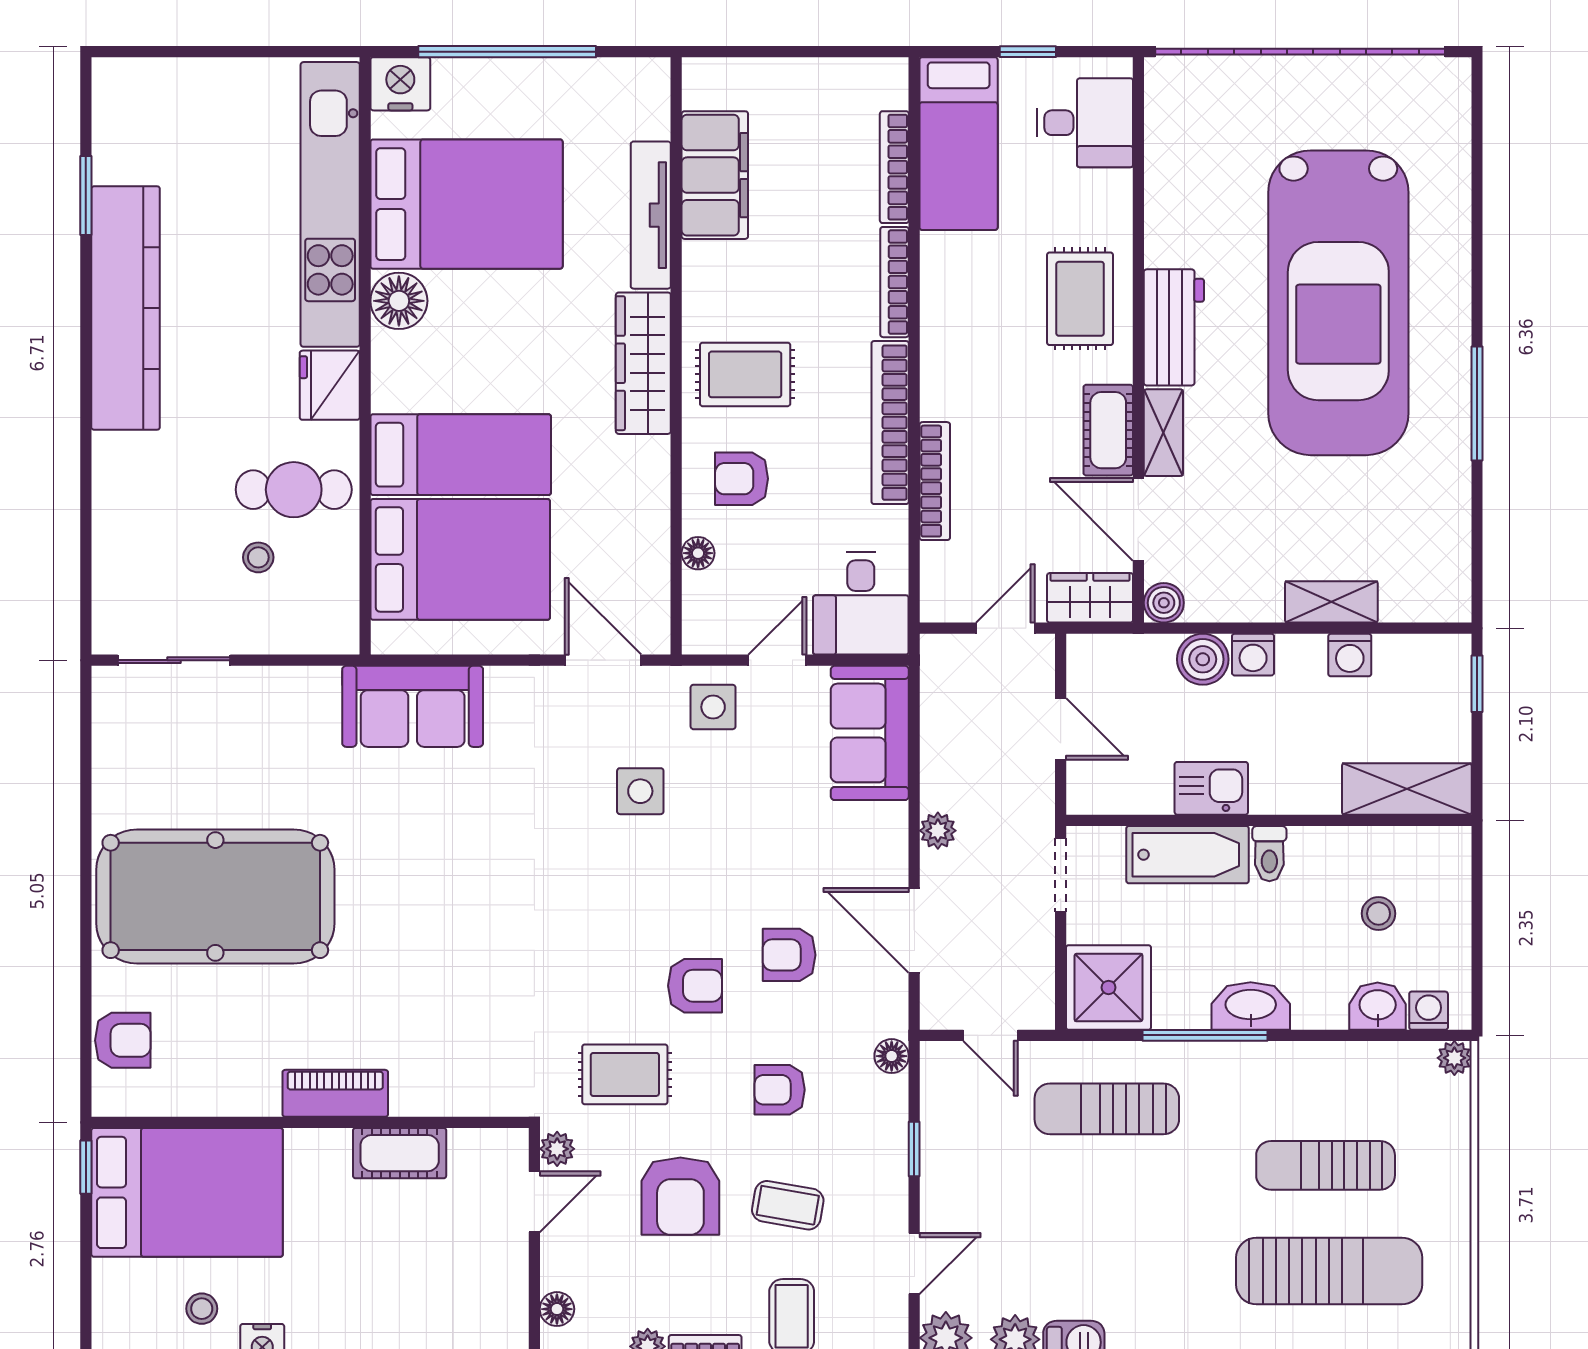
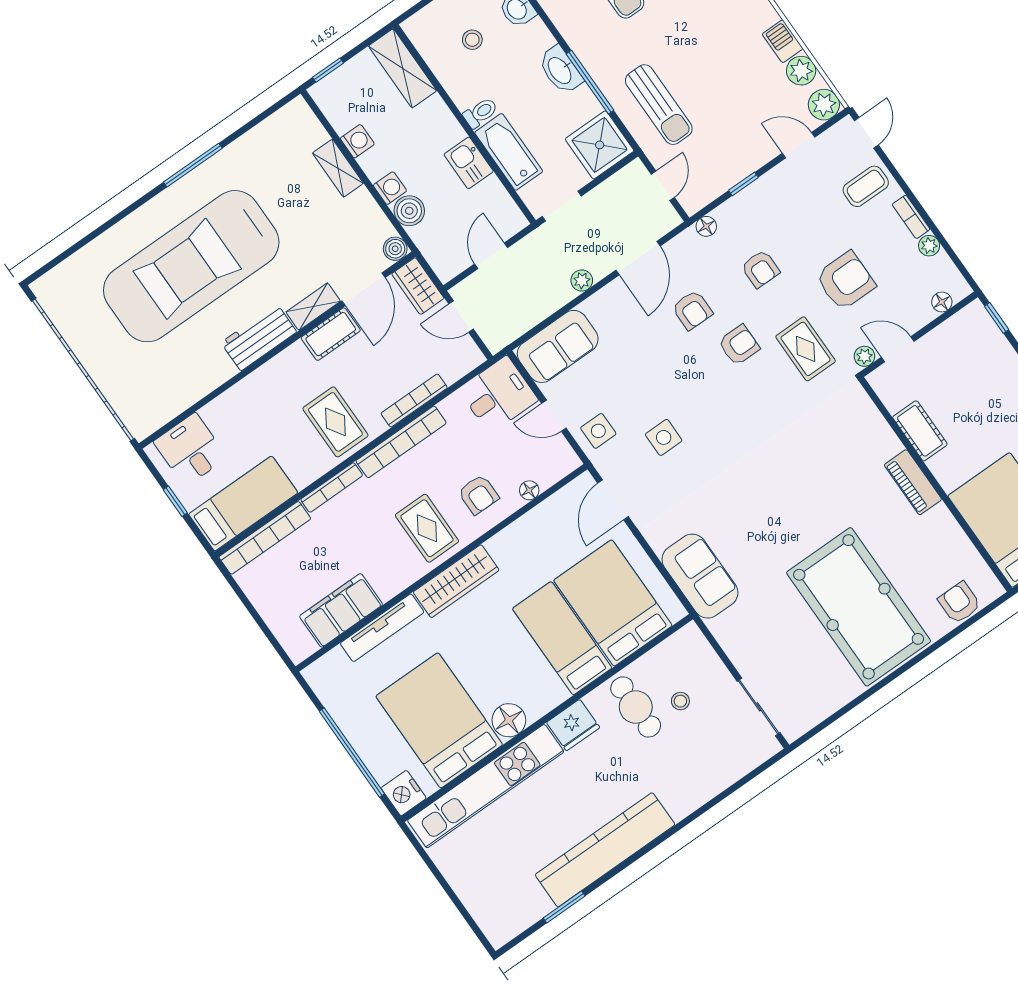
bookcase: (894, 167) -> (265, 538), width x1.48, depth x1.31
rug: (1080, 299) -> (335, 422), moved, turned 90
car: (1338, 303) -> (191, 266), turned 180
armchair: (695, 986) -> (739, 345), turned 90
coffee table: (788, 1205) -> (813, 226), removed

